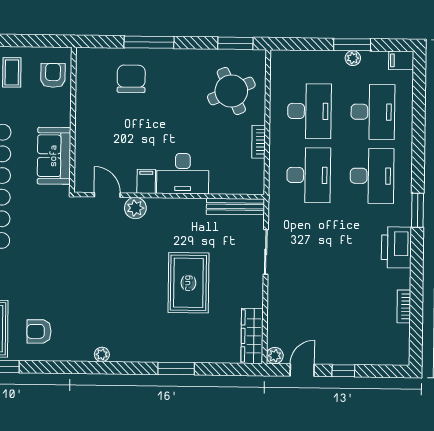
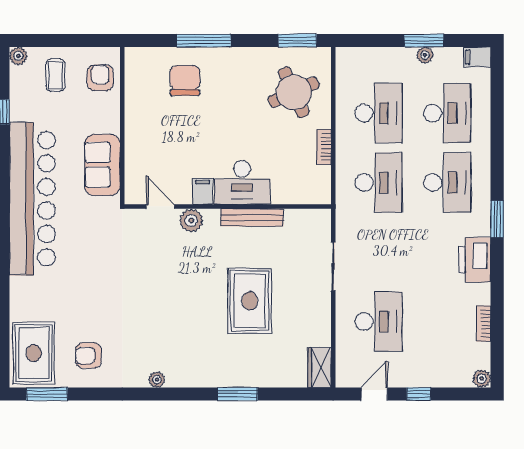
bench: (235, 207) -> (252, 218), moved
desk: (307, 303) -> (379, 321), added
wardrobe: (252, 336) -> (319, 368), width x0.67
plant: (275, 356) -> (482, 379), moved

